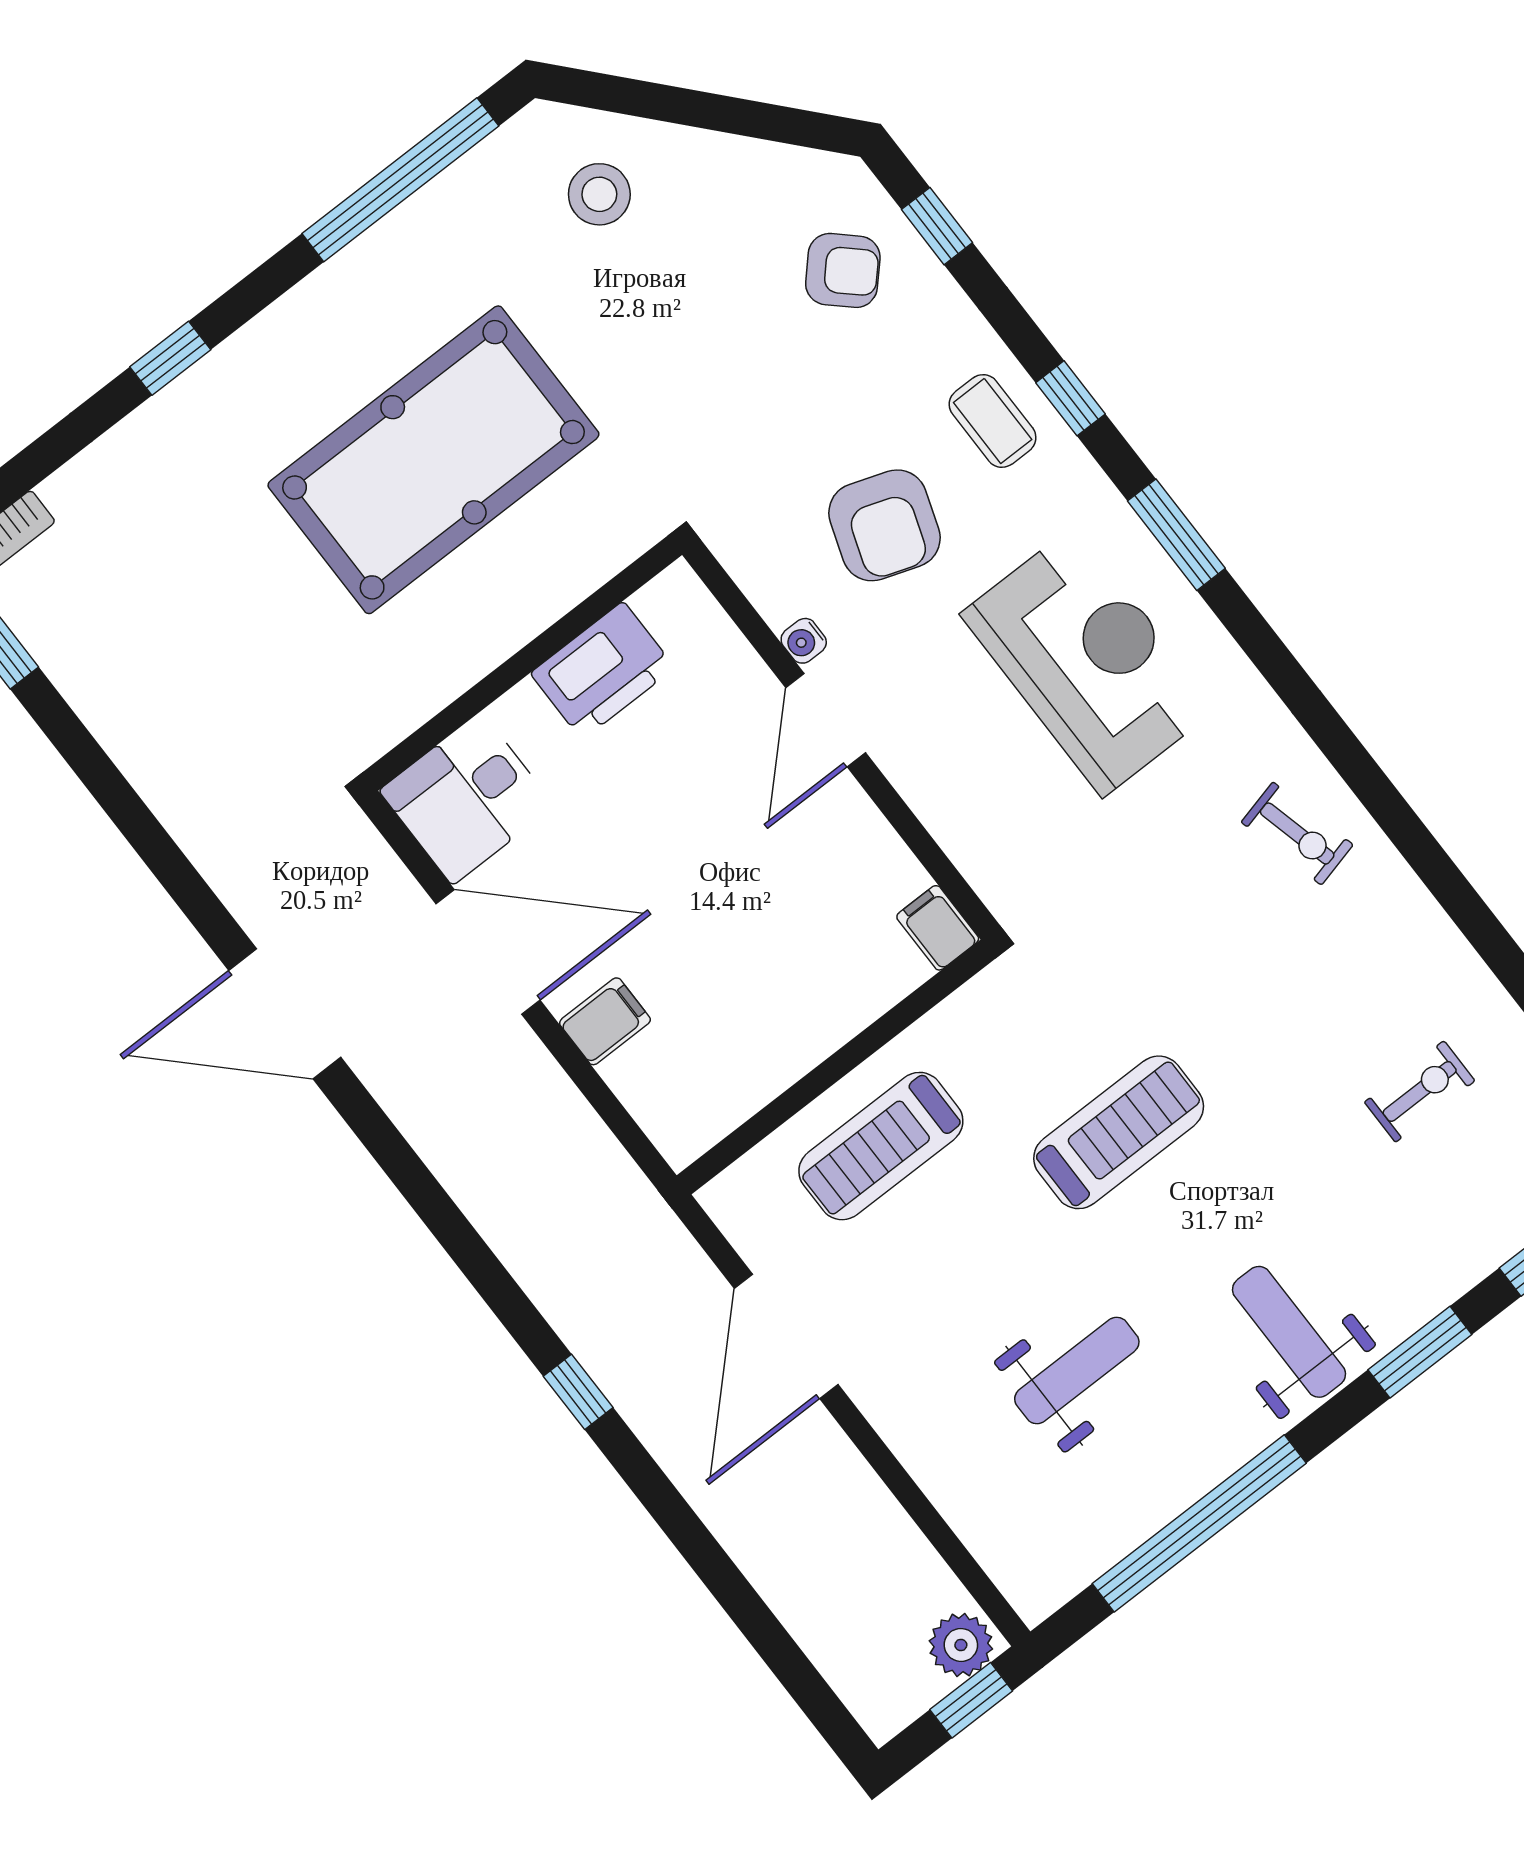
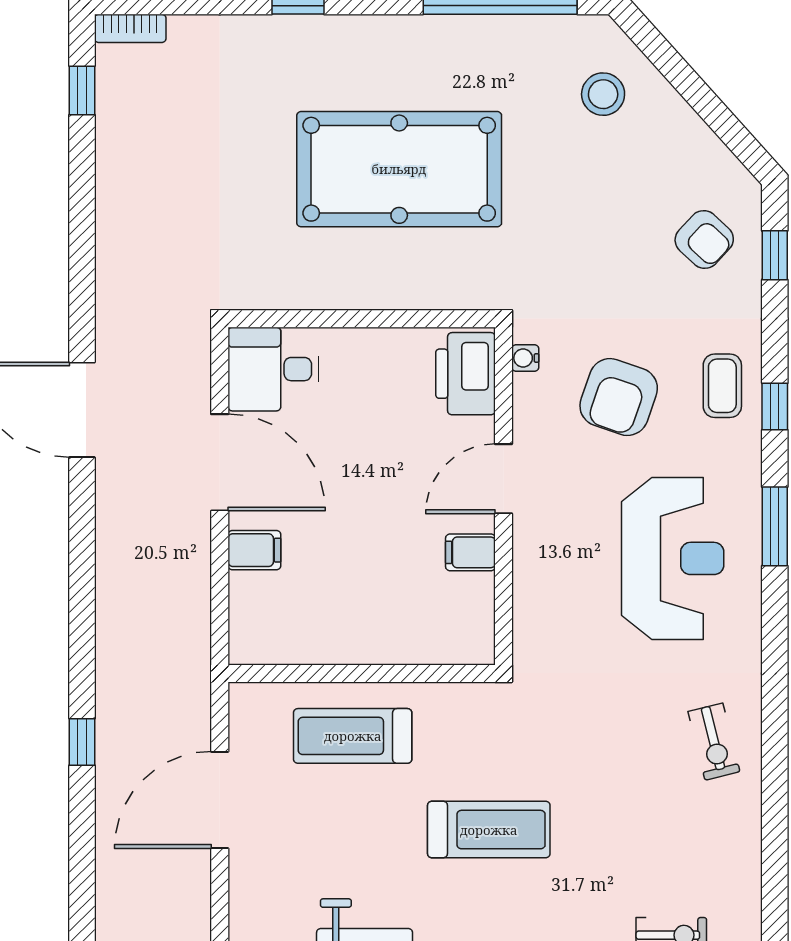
water cooler: (804, 641) -> (525, 358), moved
printer: (603, 670) -> (466, 374), moved, turned 90
filing cabinet: (938, 928) -> (470, 552), moved, turned -90

